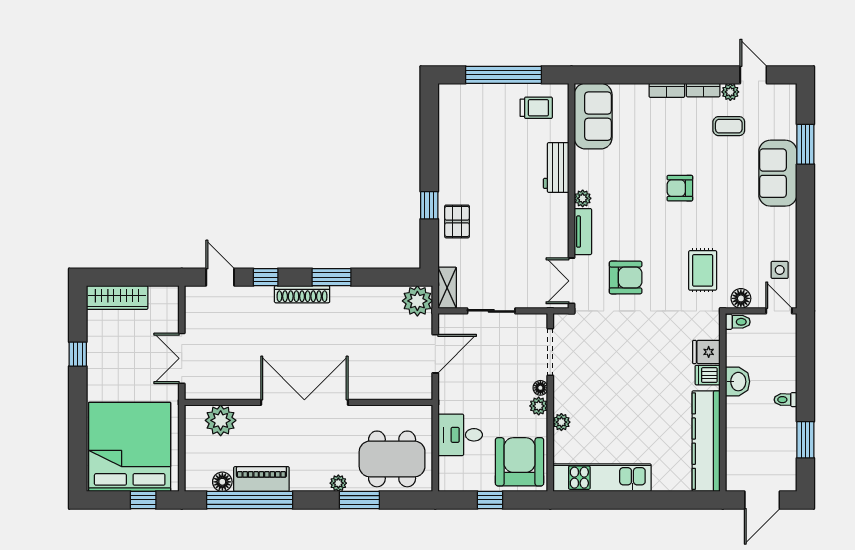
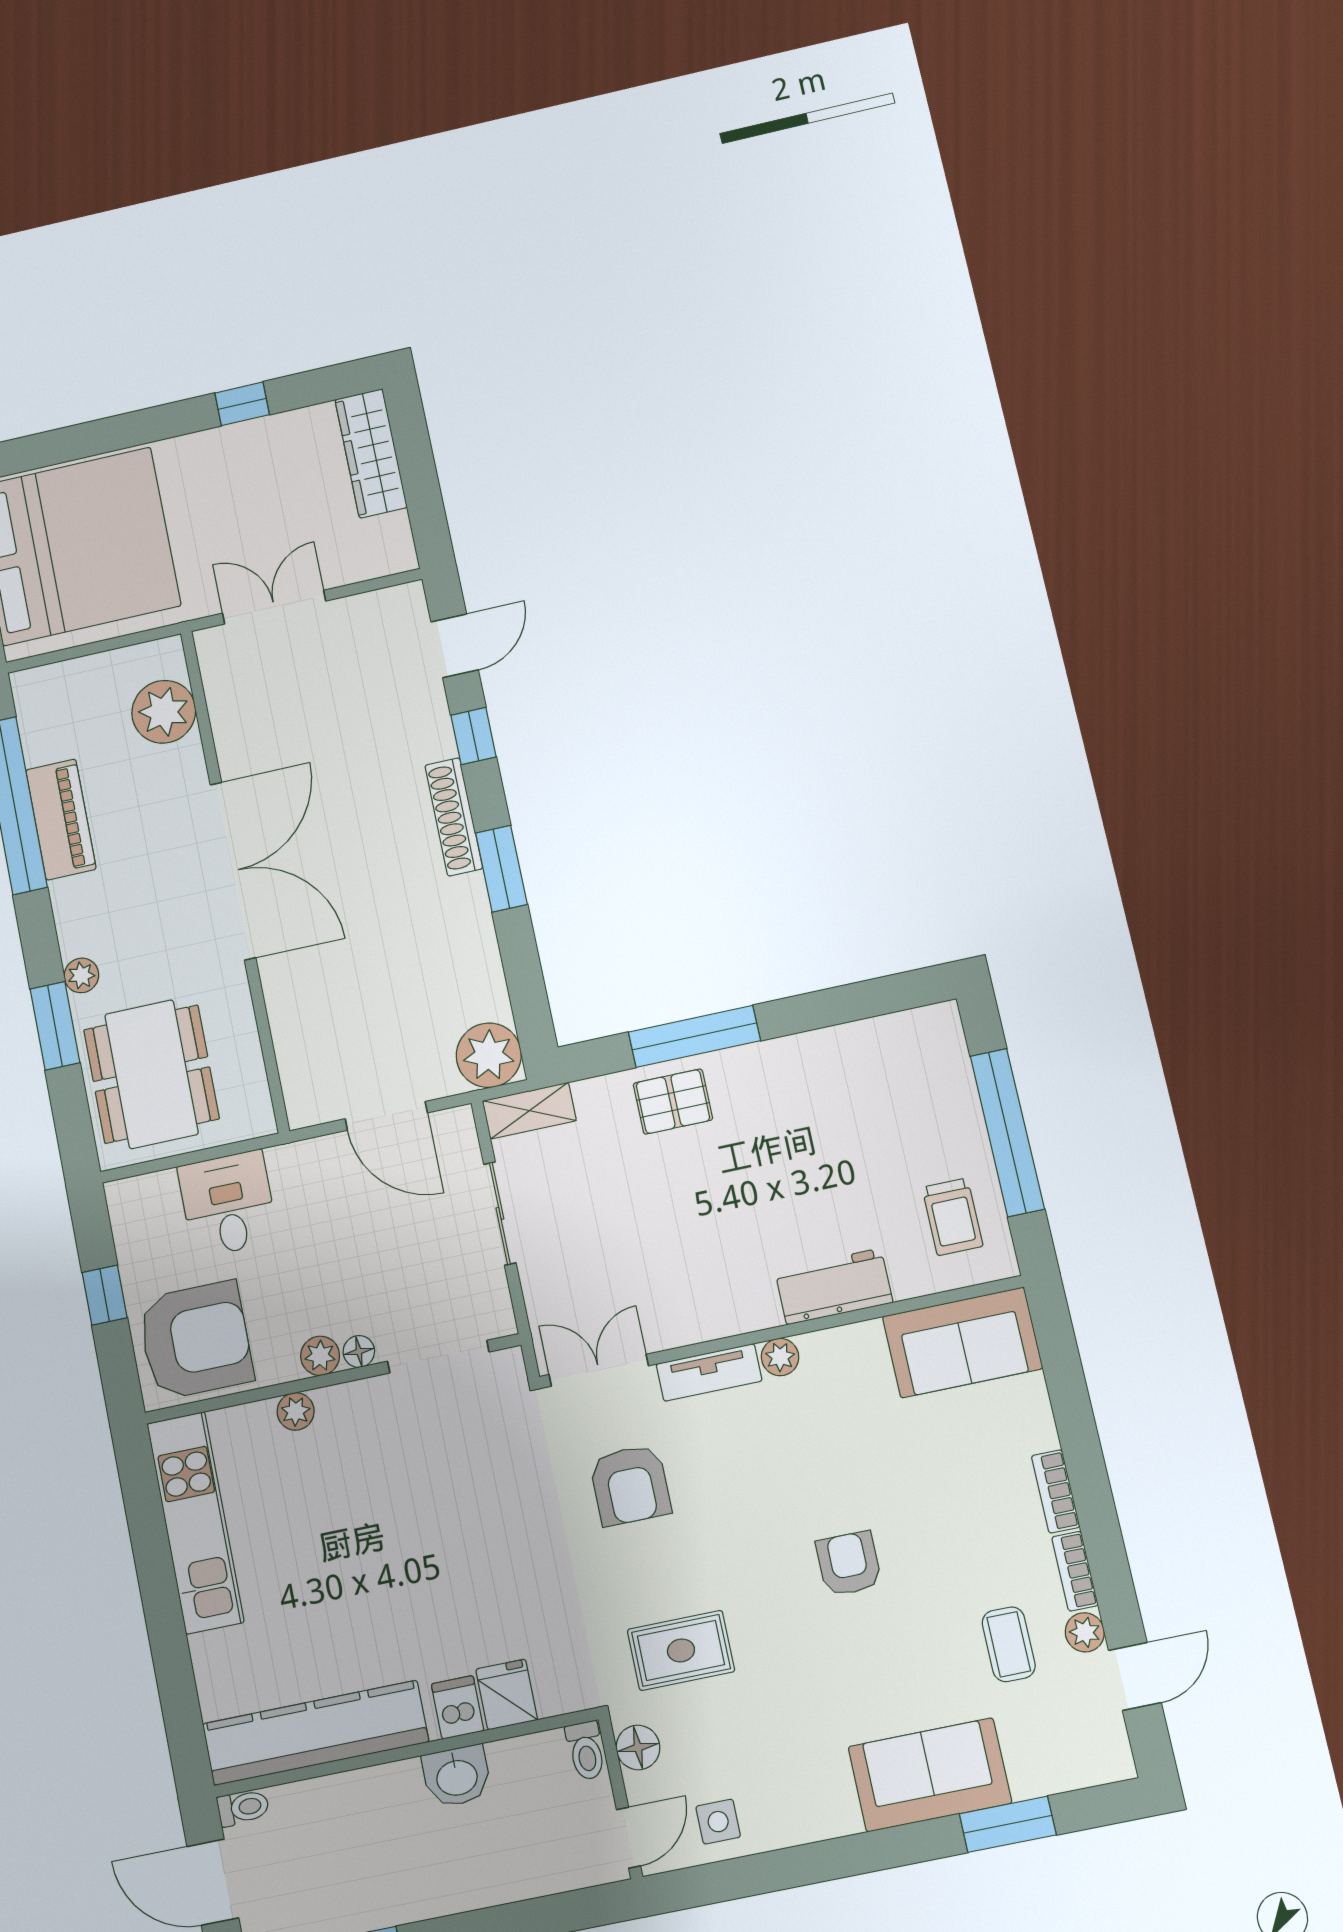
window: (429, 205) -> (694, 1036), width x2.17
toilet: (786, 400) -> (243, 1808), moved, turned 90
floor lamp: (222, 482) -> (41, 743), removed

